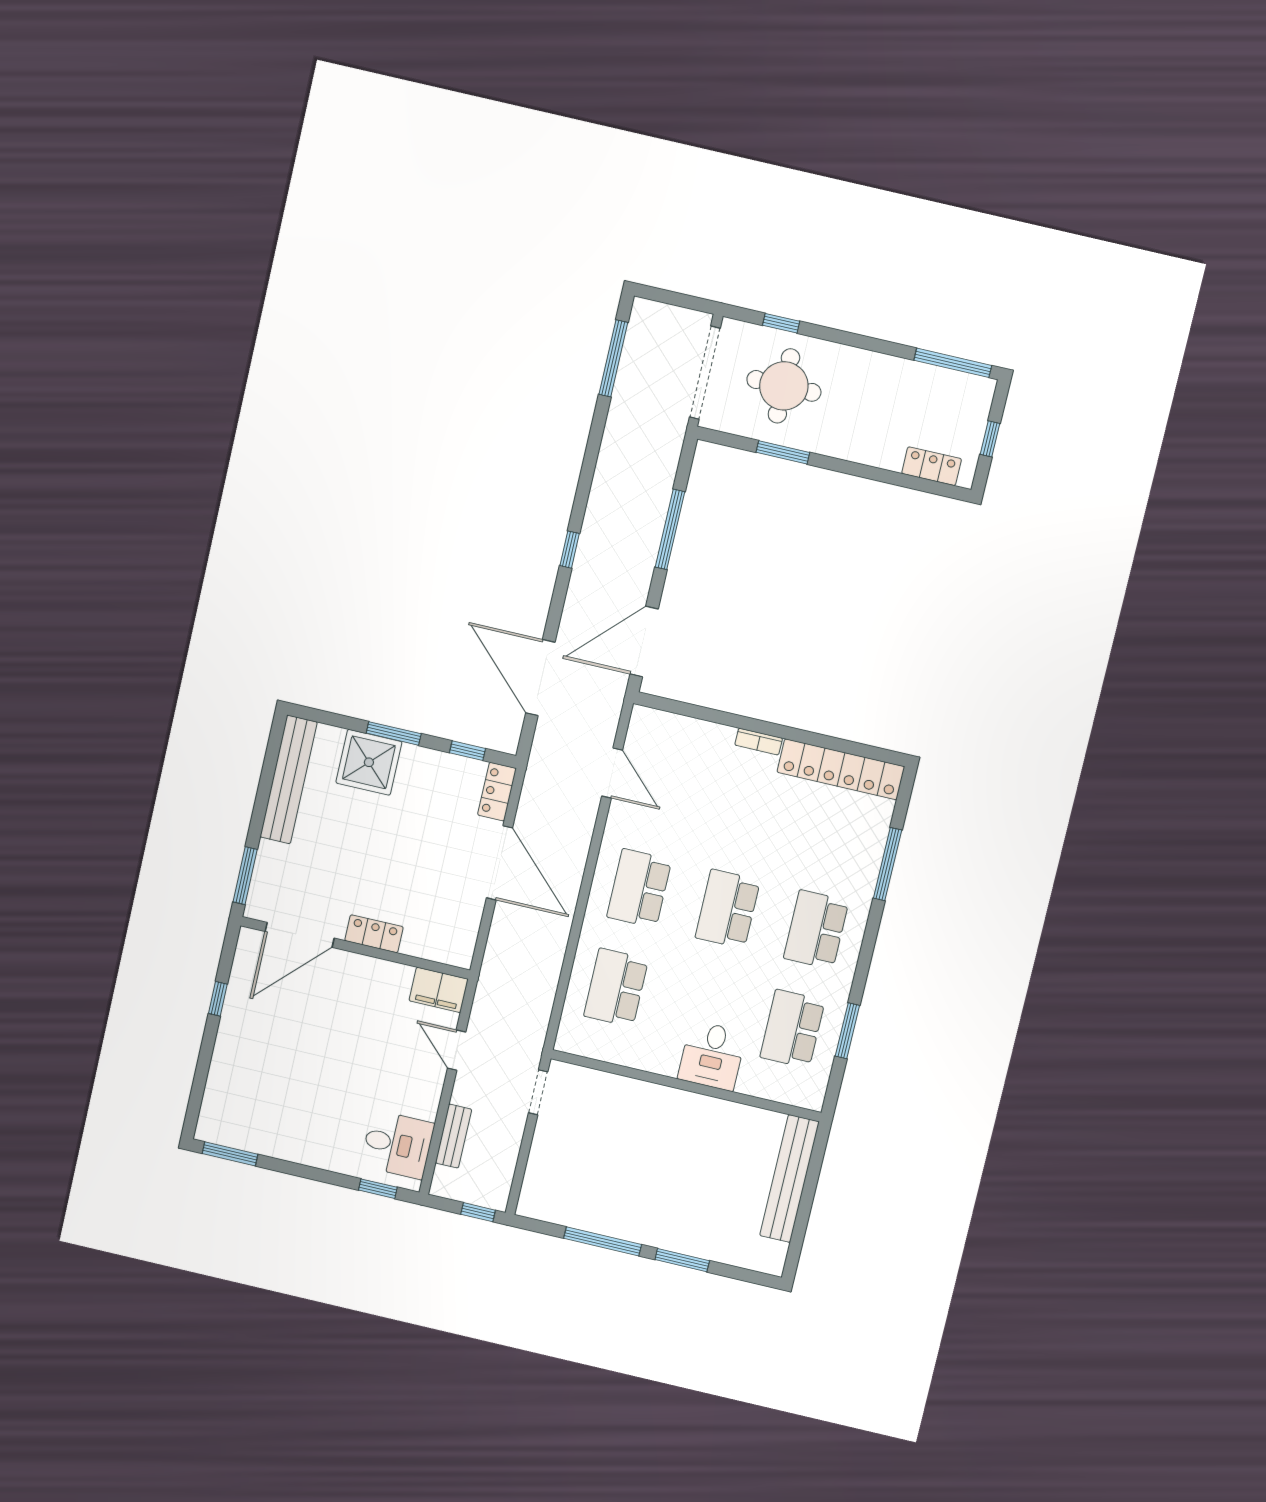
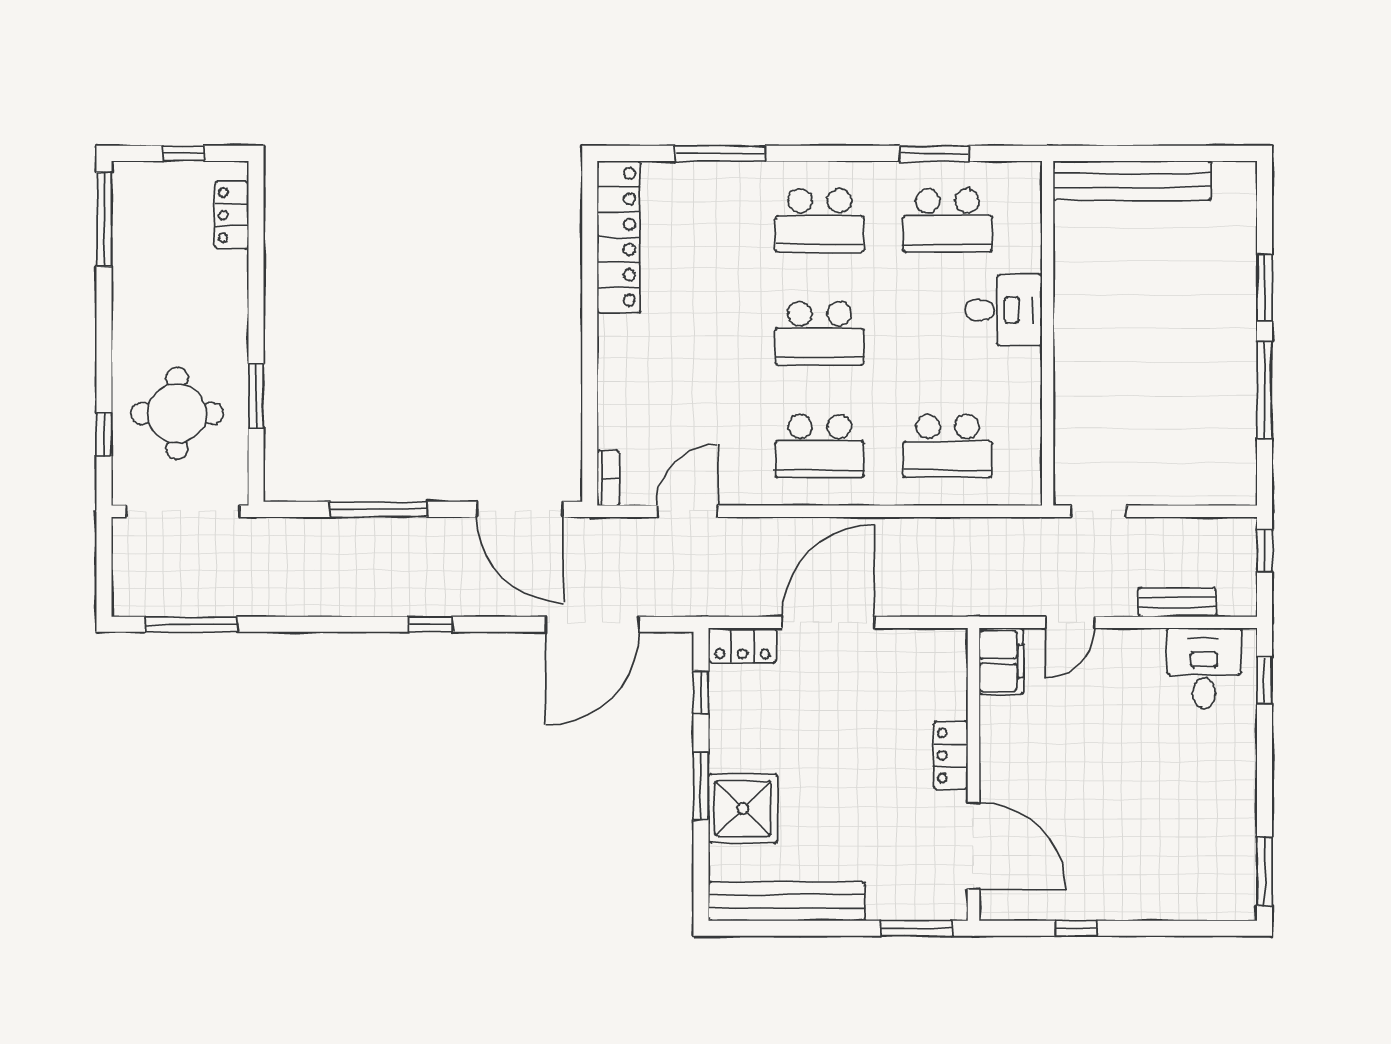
bookcase: (759, 742) -> (608, 478), moved

